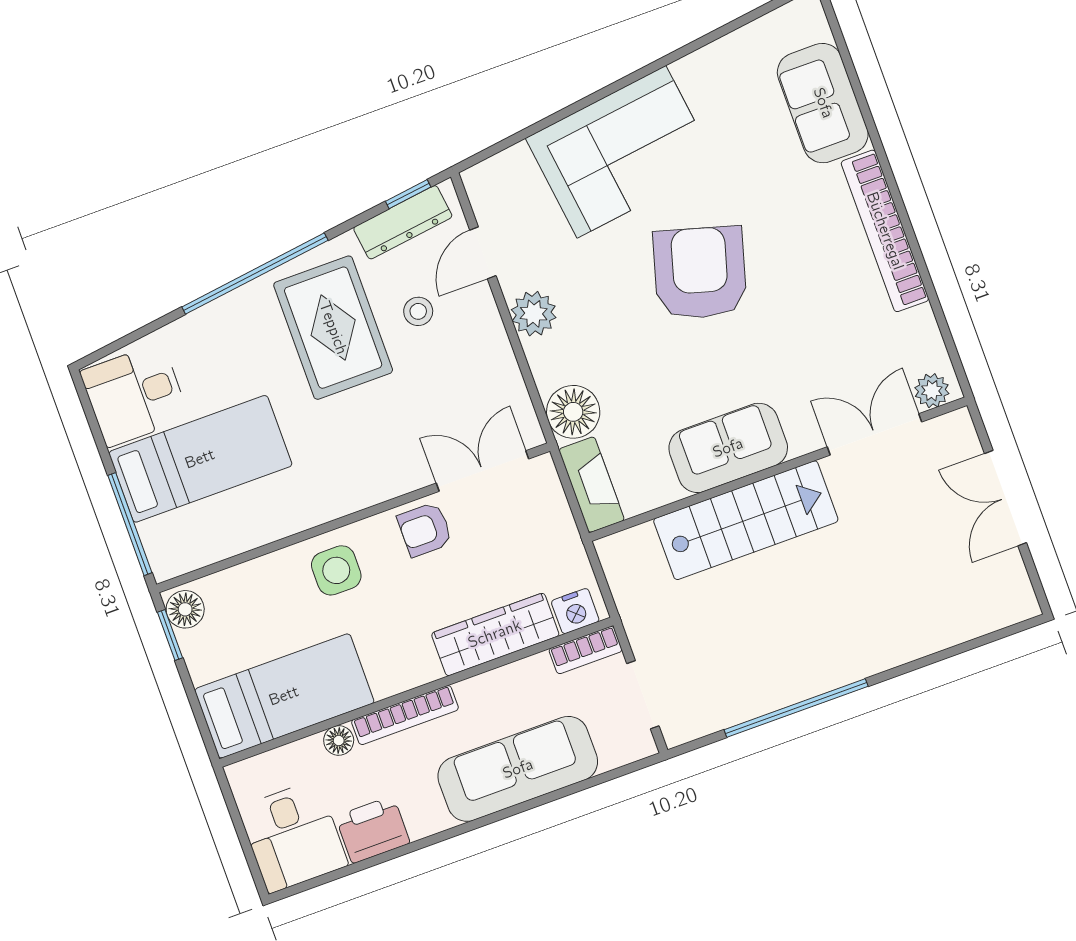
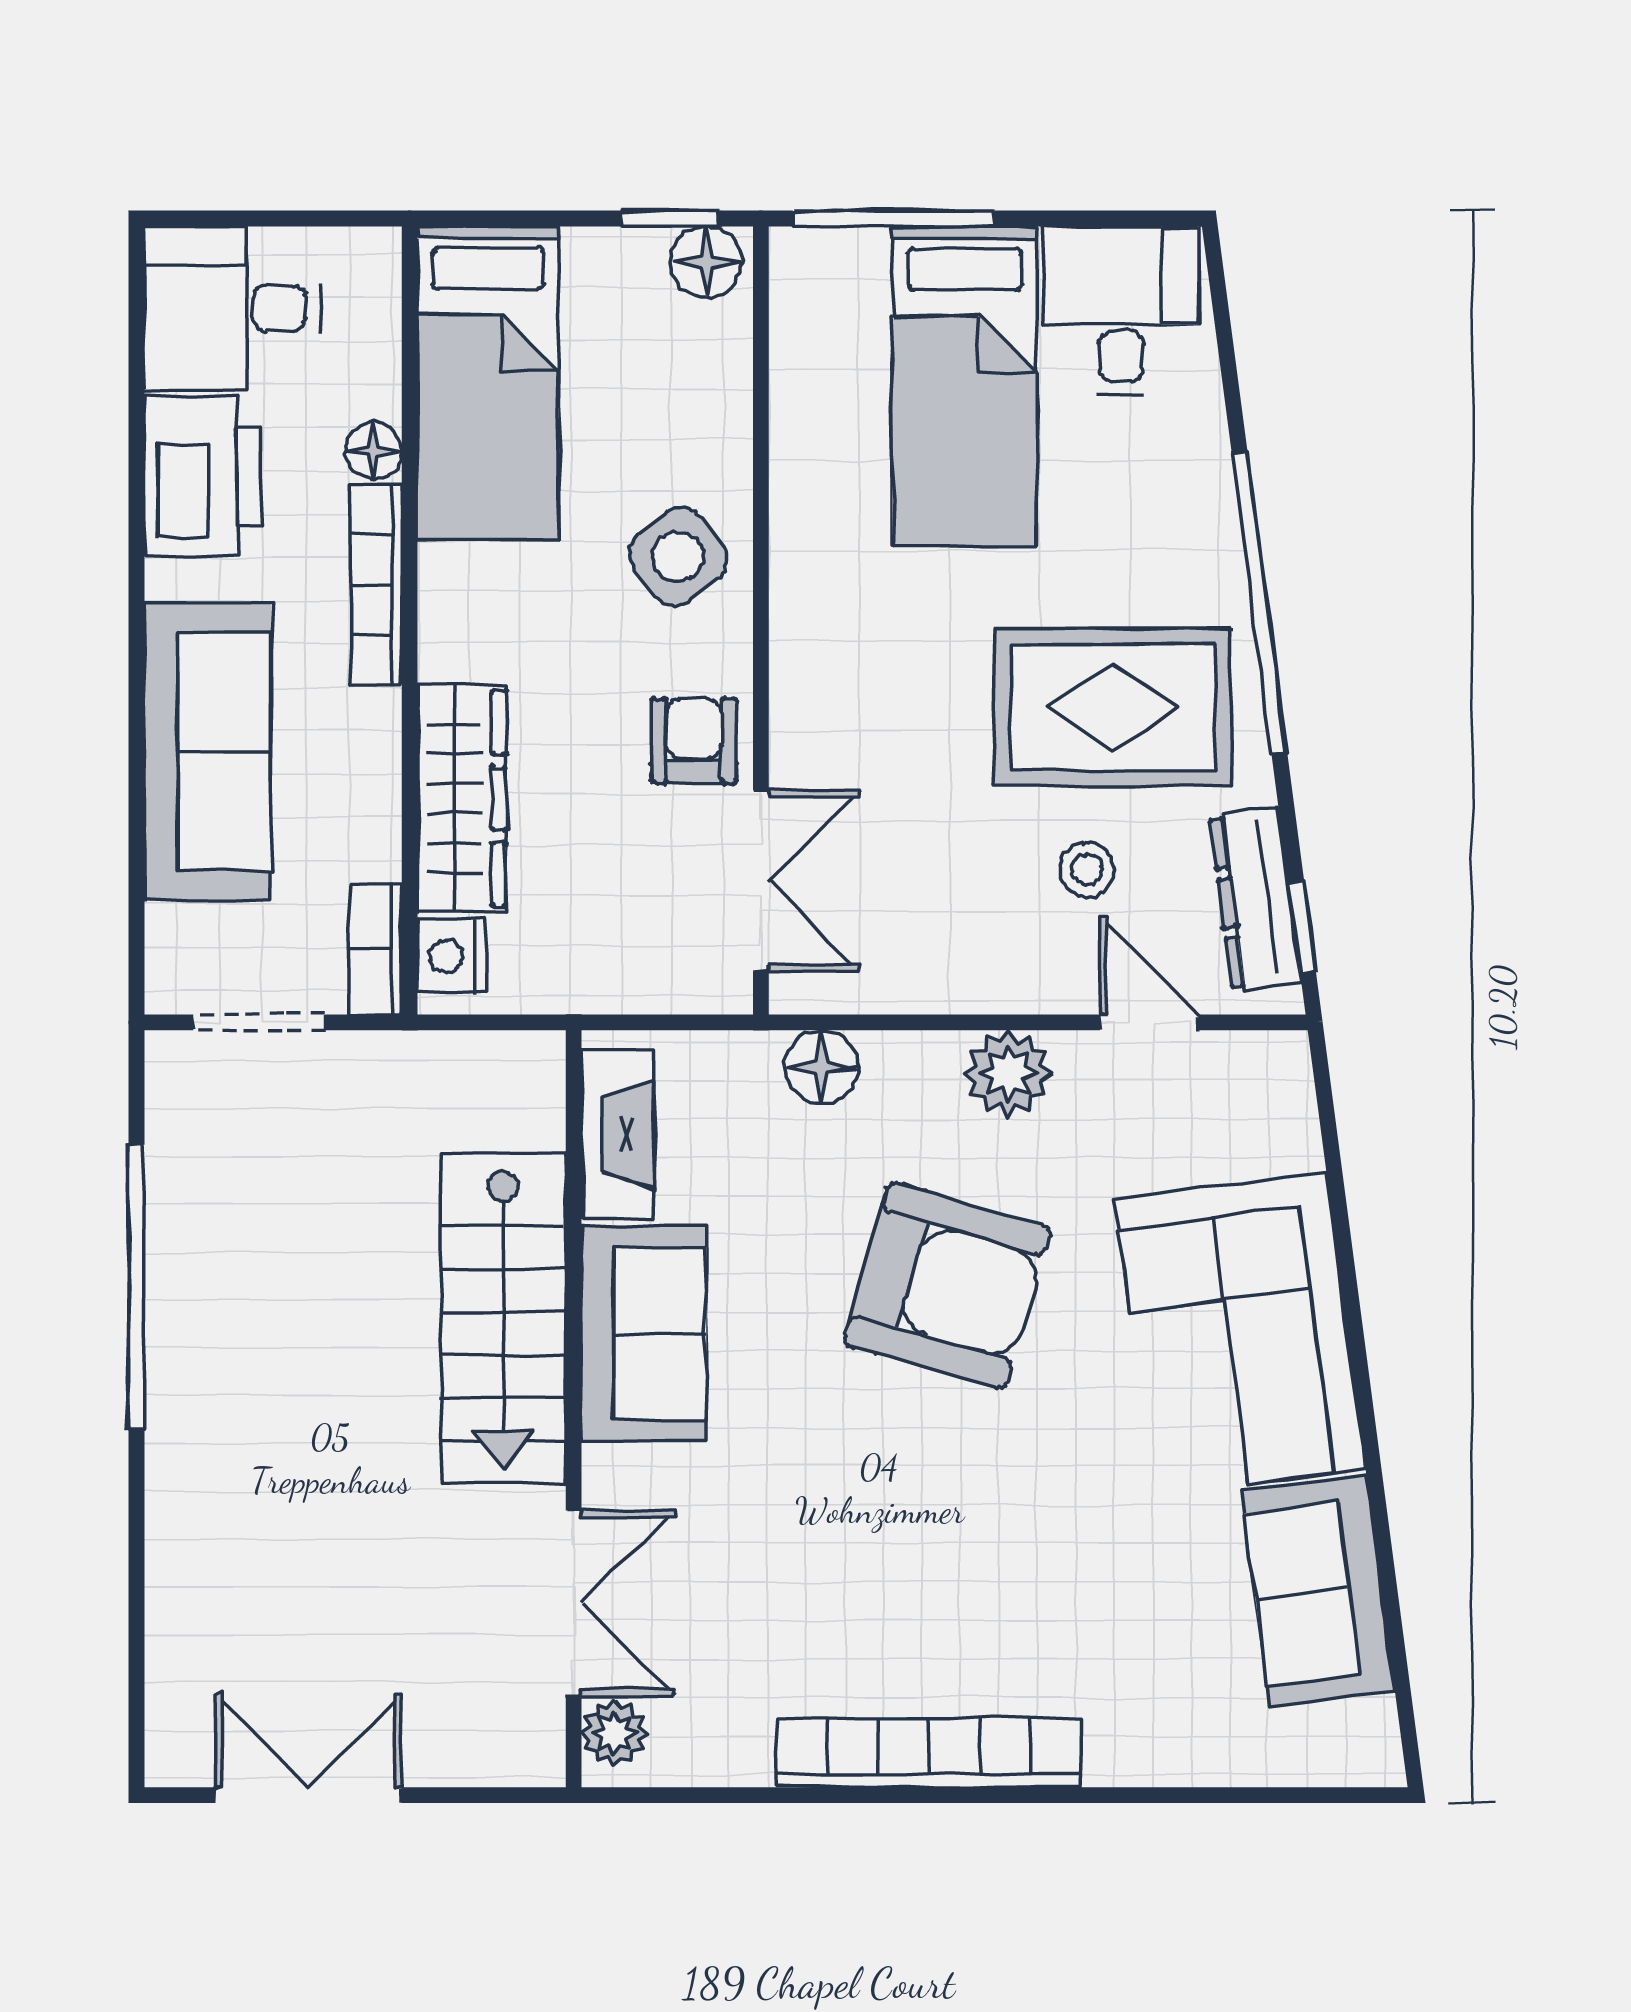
sofa: (823, 103) -> (1318, 1592), moved, turned -98
armchair: (700, 273) -> (947, 1286), moved
floor lamp: (573, 412) -> (822, 1067), width x0.73, depth x0.73
fireplace: (592, 485) -> (618, 1135), moved, turned -90
double door: (1005, 498) -> (309, 1795), moved
side table: (336, 570) -> (678, 556), turned -38
printer: (373, 830) -> (202, 476), width x1.37, depth x1.19

